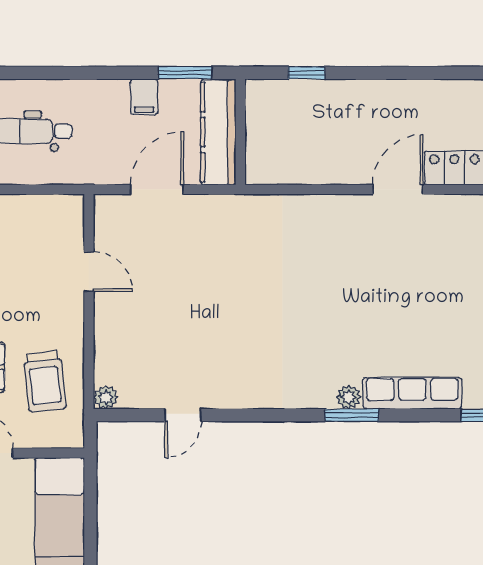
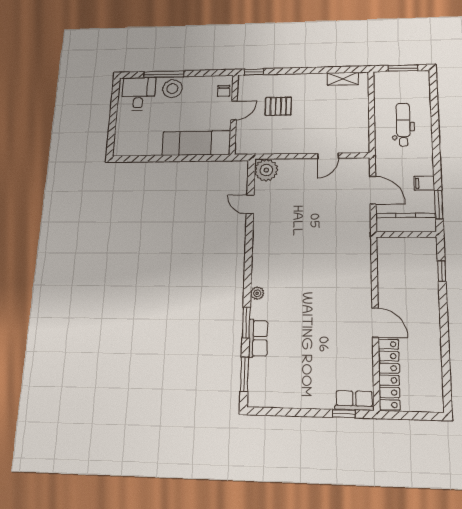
trolley: (45, 381) -> (270, 135), removed
row of seats: (412, 393) -> (258, 338), width x0.68
plant: (106, 397) -> (266, 170), width x1.87, depth x1.87
window: (352, 415) -> (246, 323), moved

